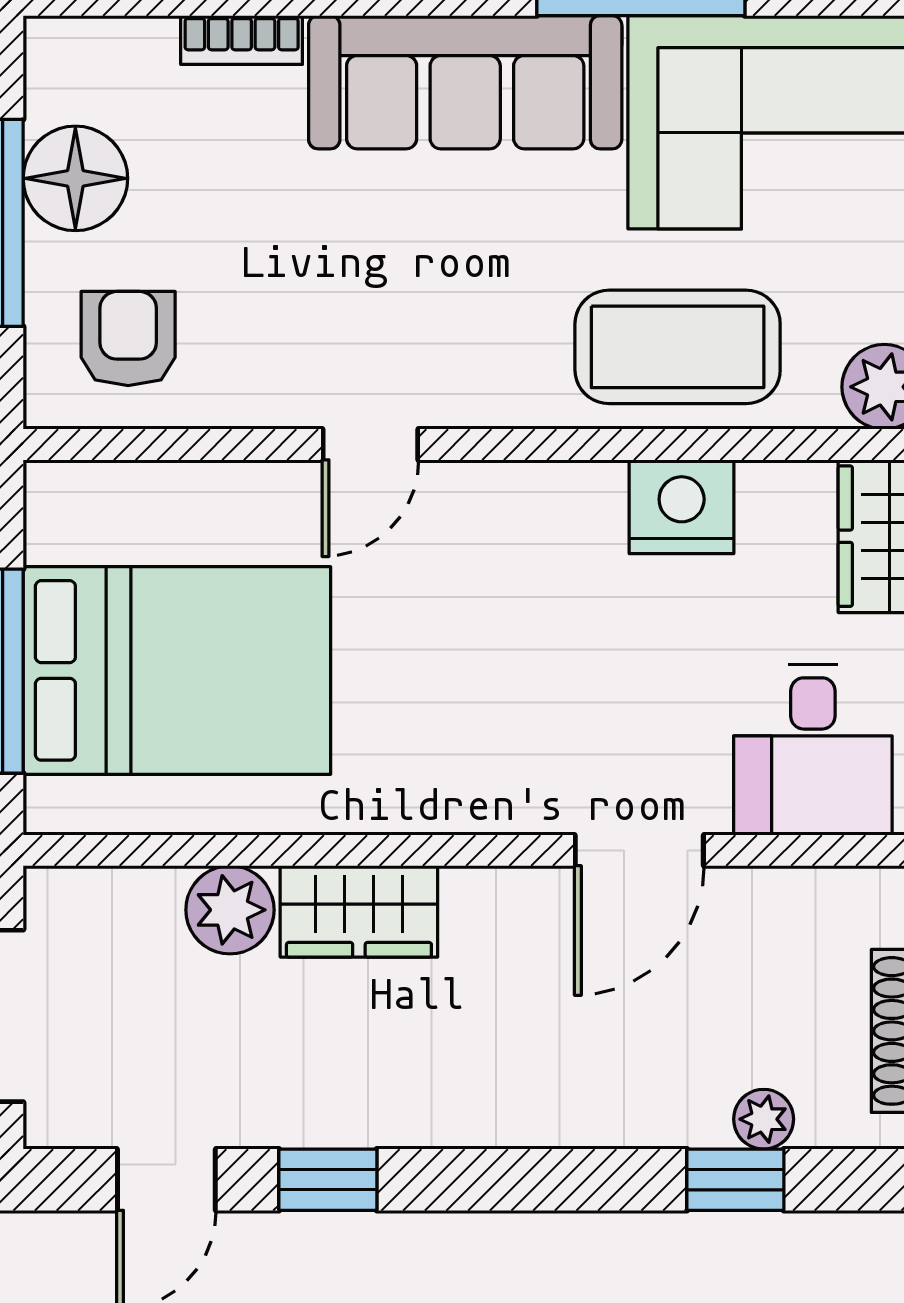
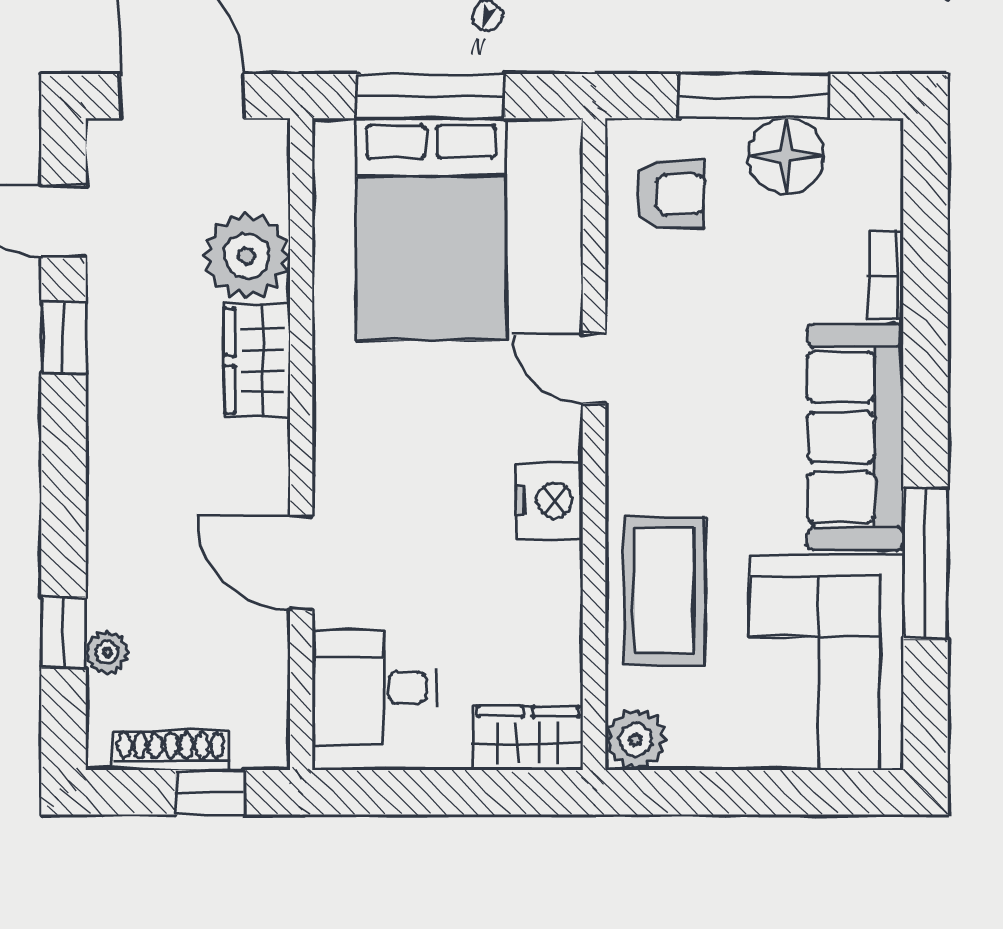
nightstand: (682, 507) -> (549, 500), moved
plant: (230, 910) -> (247, 256), width x1.36, depth x1.36

